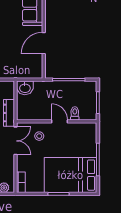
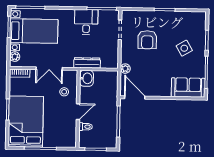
door: (44, 43) -> (135, 97), moved
plant: (14, 73) -> (125, 69), added
washbasin: (25, 88) -> (87, 78), moved, turned 180
double door: (16, 141) -> (49, 69), moved

